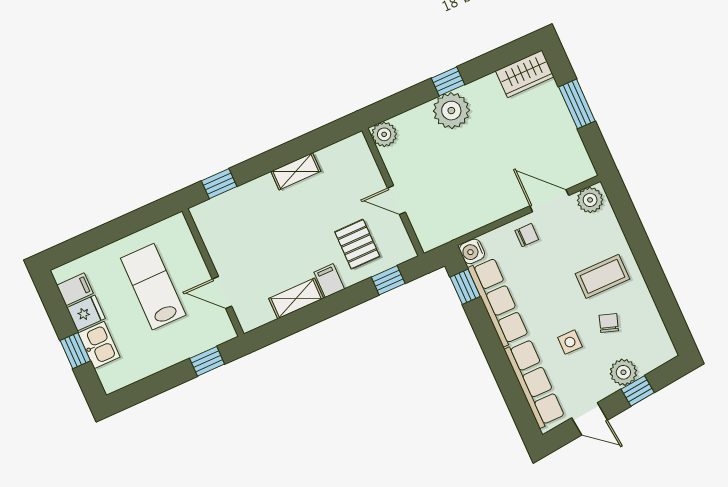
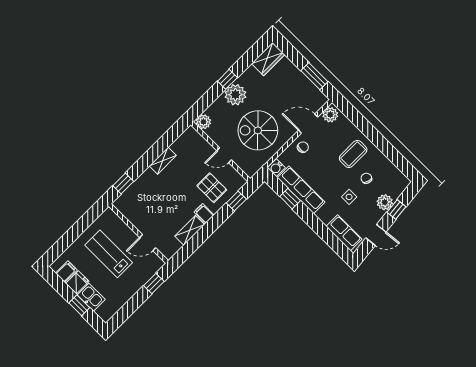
window: (577, 104) -> (314, 76), moved
spiral stairs: (465, 181) -> (258, 130), added
window: (465, 287) -> (290, 199), moved
row of seats: (534, 383) -> (344, 233), width x0.68

